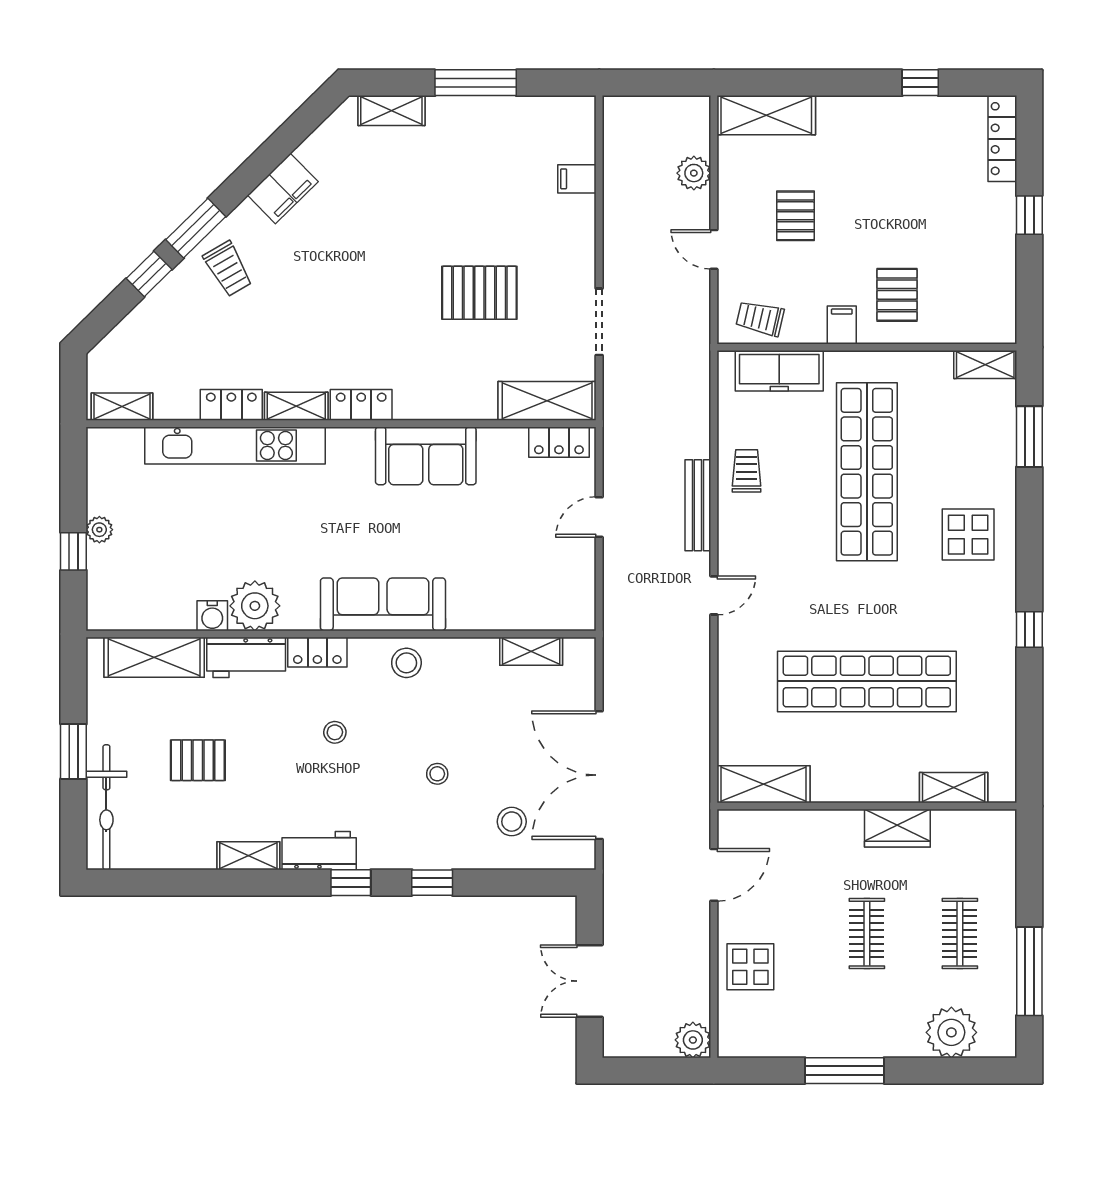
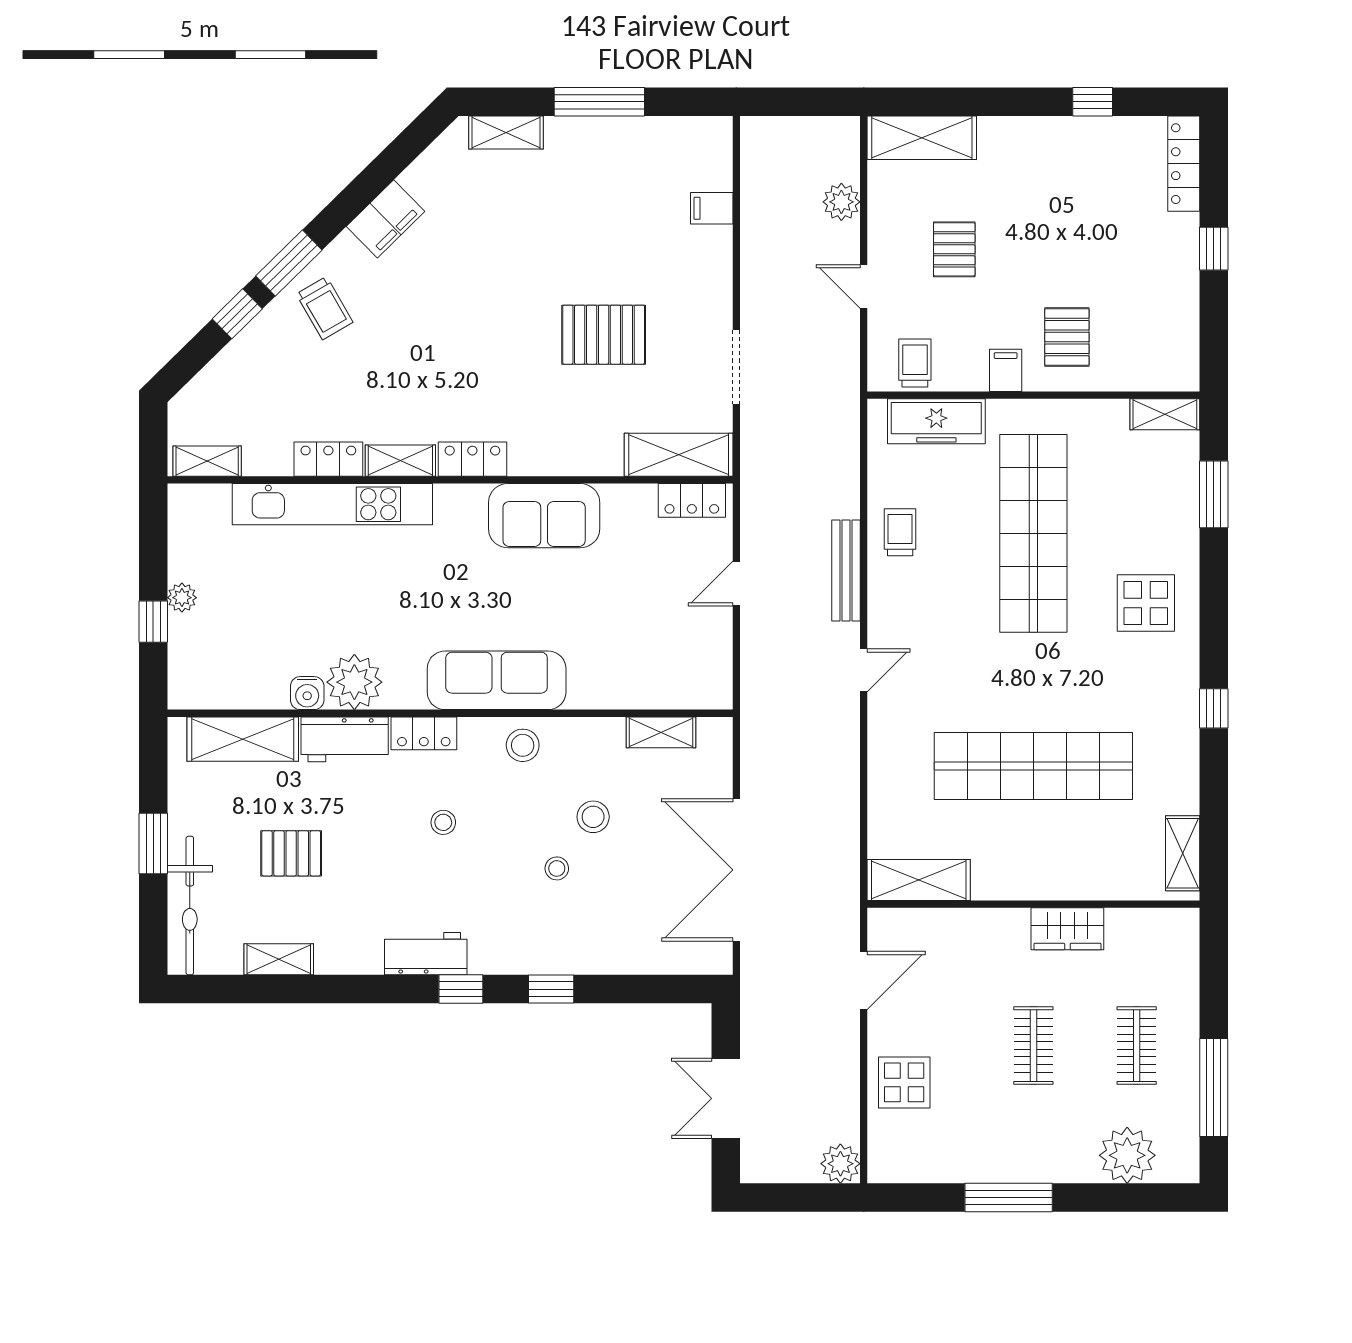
trolley: (760, 318) -> (915, 363), turned 77
shelving: (954, 788) -> (1183, 853), moved, turned 90
stool: (512, 822) -> (593, 817), moved
shelving: (248, 856) -> (279, 959), moved

